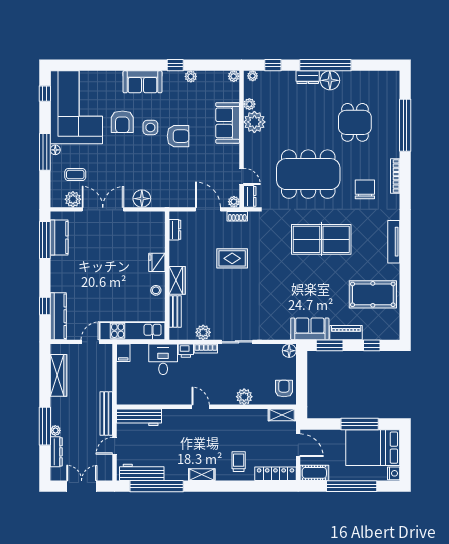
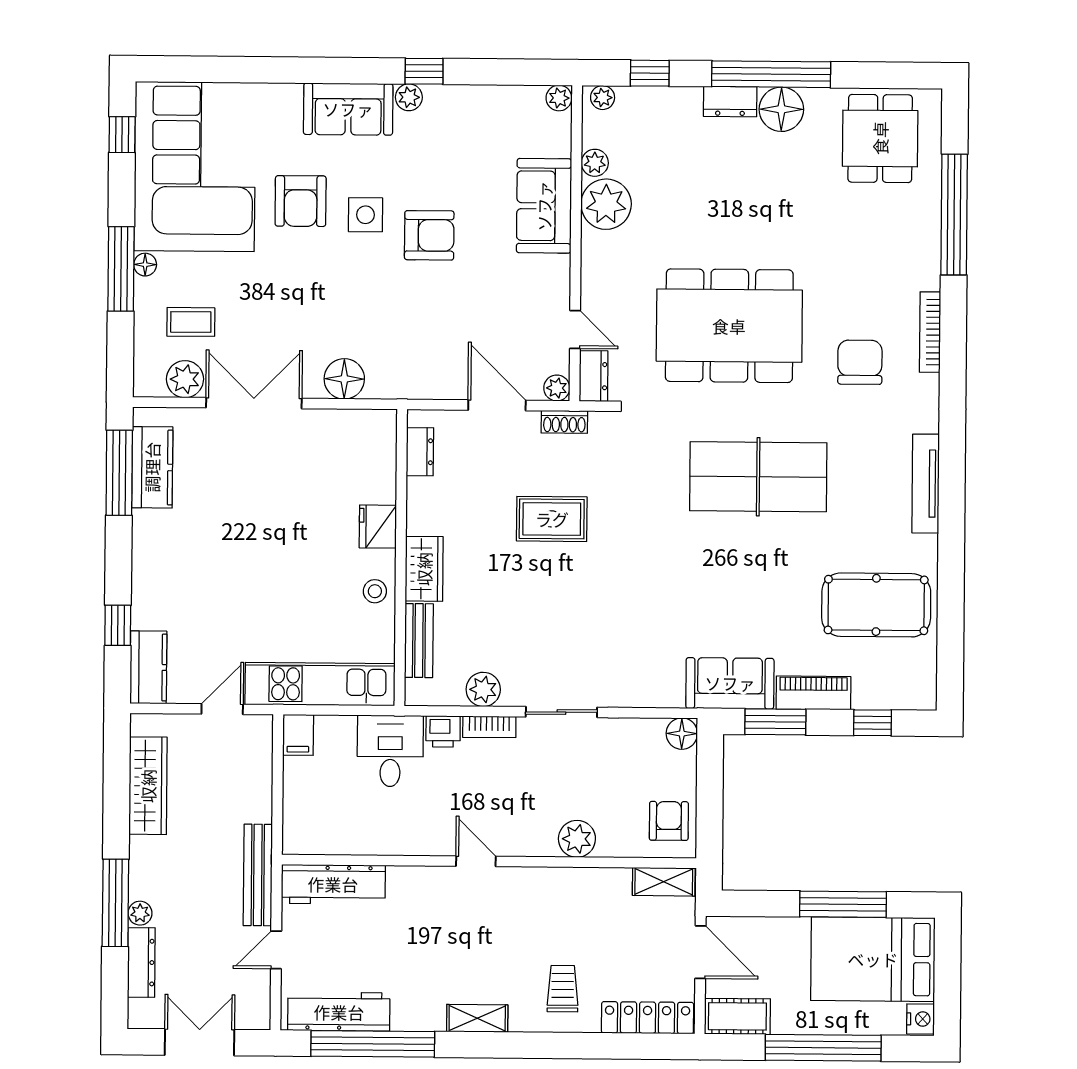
plant: (191, 76) -> (409, 97), moved
dining table: (355, 122) -> (880, 138), moved
kitchen counter: (58, 316) -> (148, 667), width x0.67

